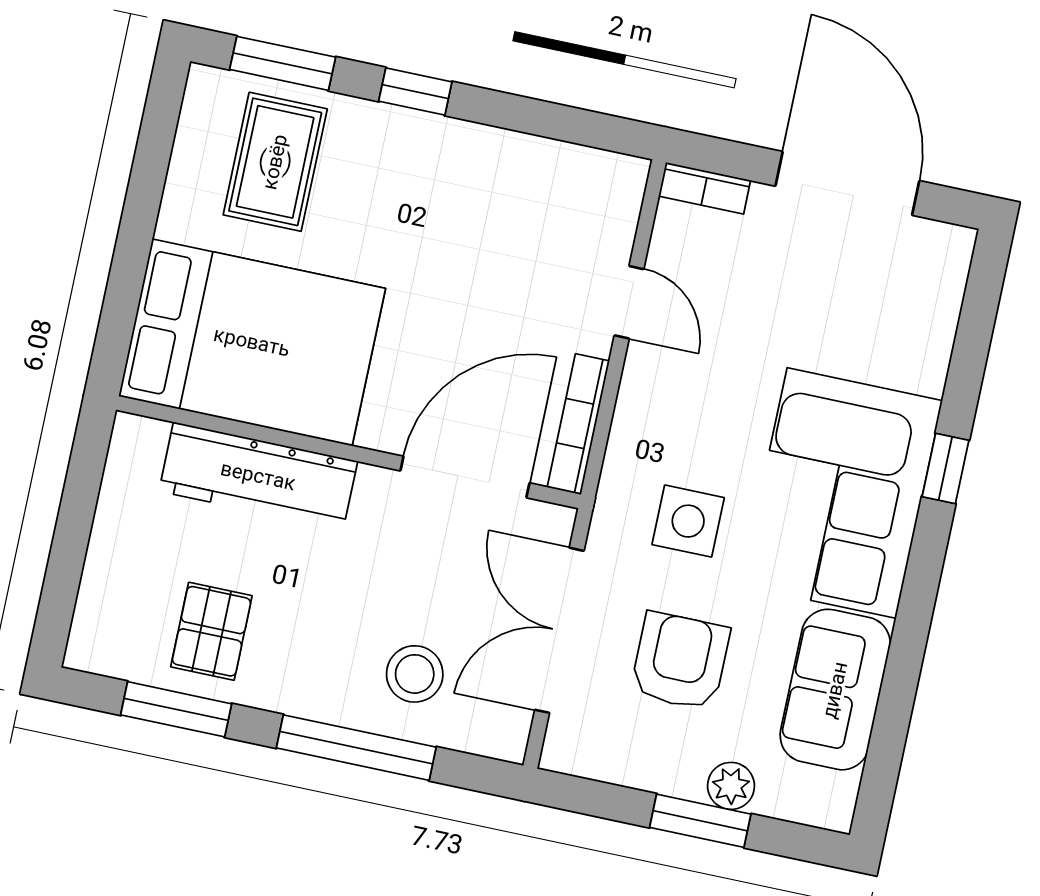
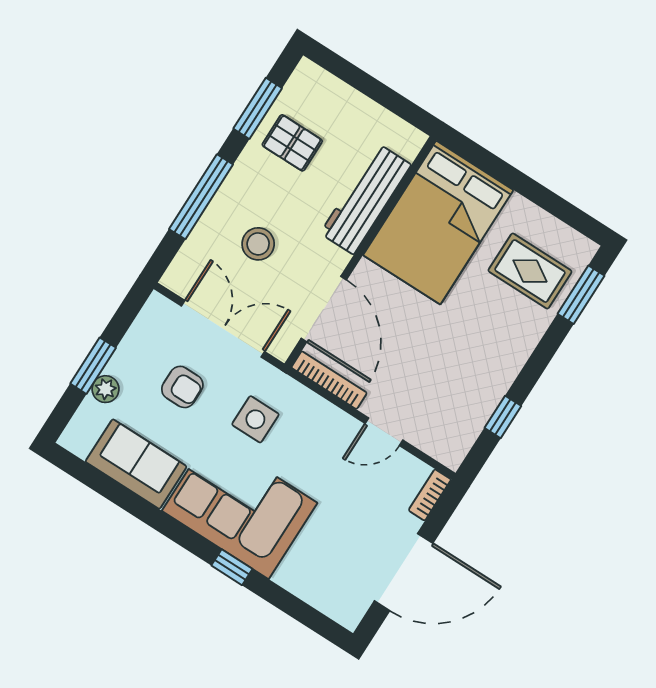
window: (415, 92) -> (503, 417), moved
armchair: (680, 661) -> (182, 387), width x0.72, depth x0.72
stool: (415, 674) -> (258, 244), moved

